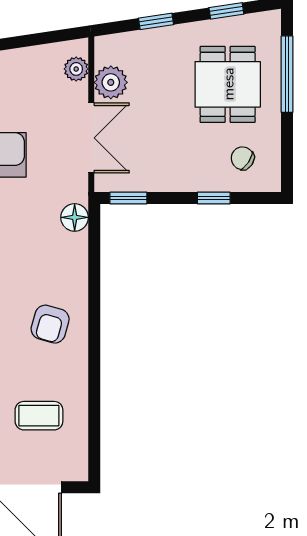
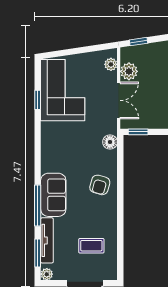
window: (156, 21) -> (138, 42), moved
armchair: (50, 324) -> (100, 185), moved

